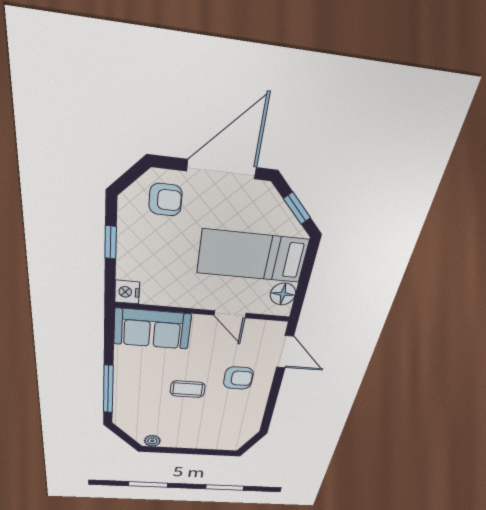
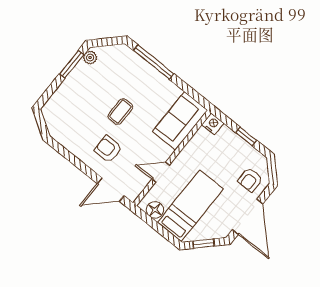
armchair: (238, 378) -> (108, 149), turned 90
window: (172, 450) -> (72, 64), added

